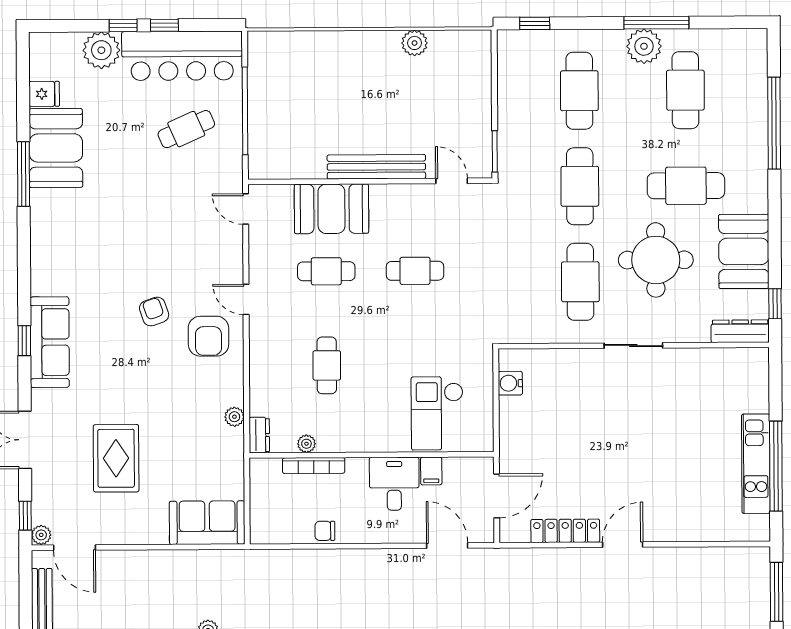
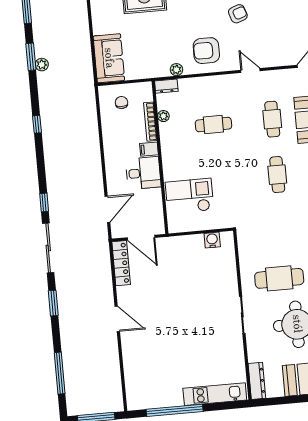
door: (246, 299) -> (250, 71), hinge flipped
window: (775, 304) -> (276, 401), removed
armchair: (208, 336) -> (206, 51), moved
kitchen unit: (756, 464) -> (215, 394), moved
filing cabinet: (431, 471) -> (149, 149), moved
chair: (325, 531) -> (121, 102), moved
locker: (565, 531) -> (121, 263), moved

